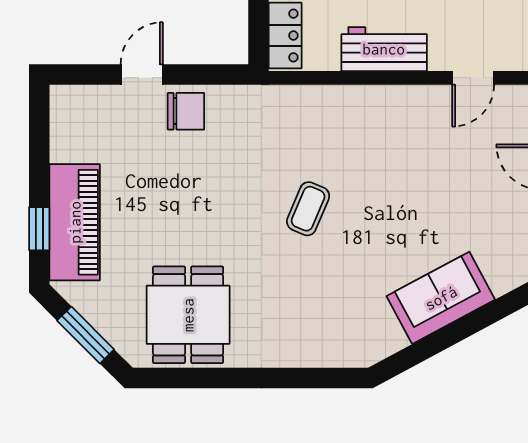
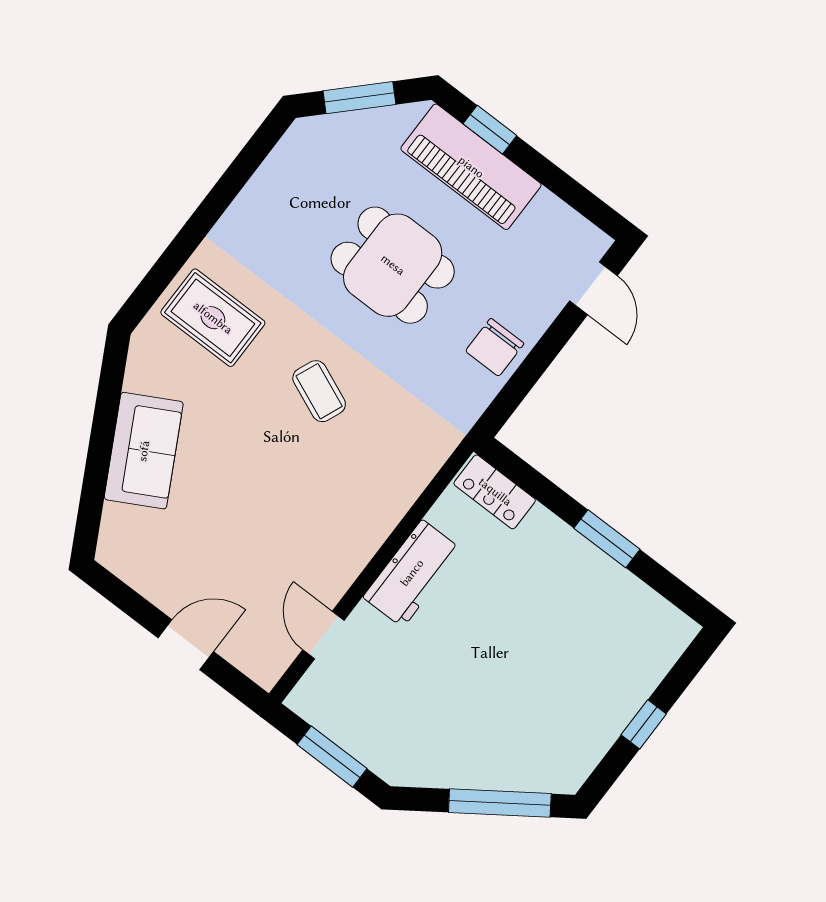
door: (142, 75) -> (593, 288), moved
dining table: (188, 315) -> (393, 265), moved
rug: (313, 320) -> (213, 318), added

